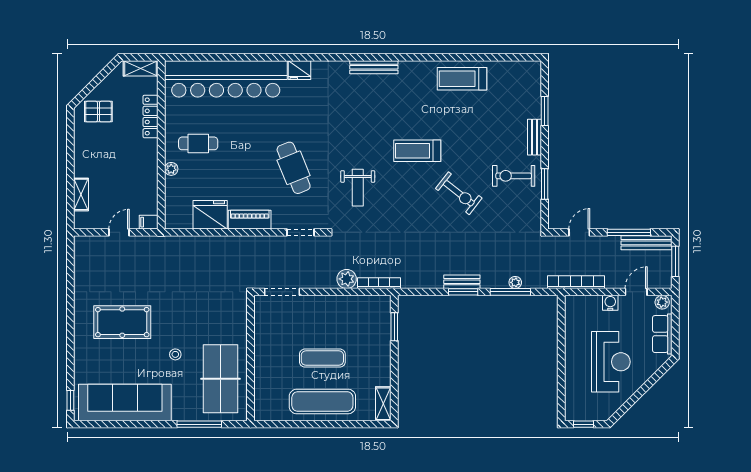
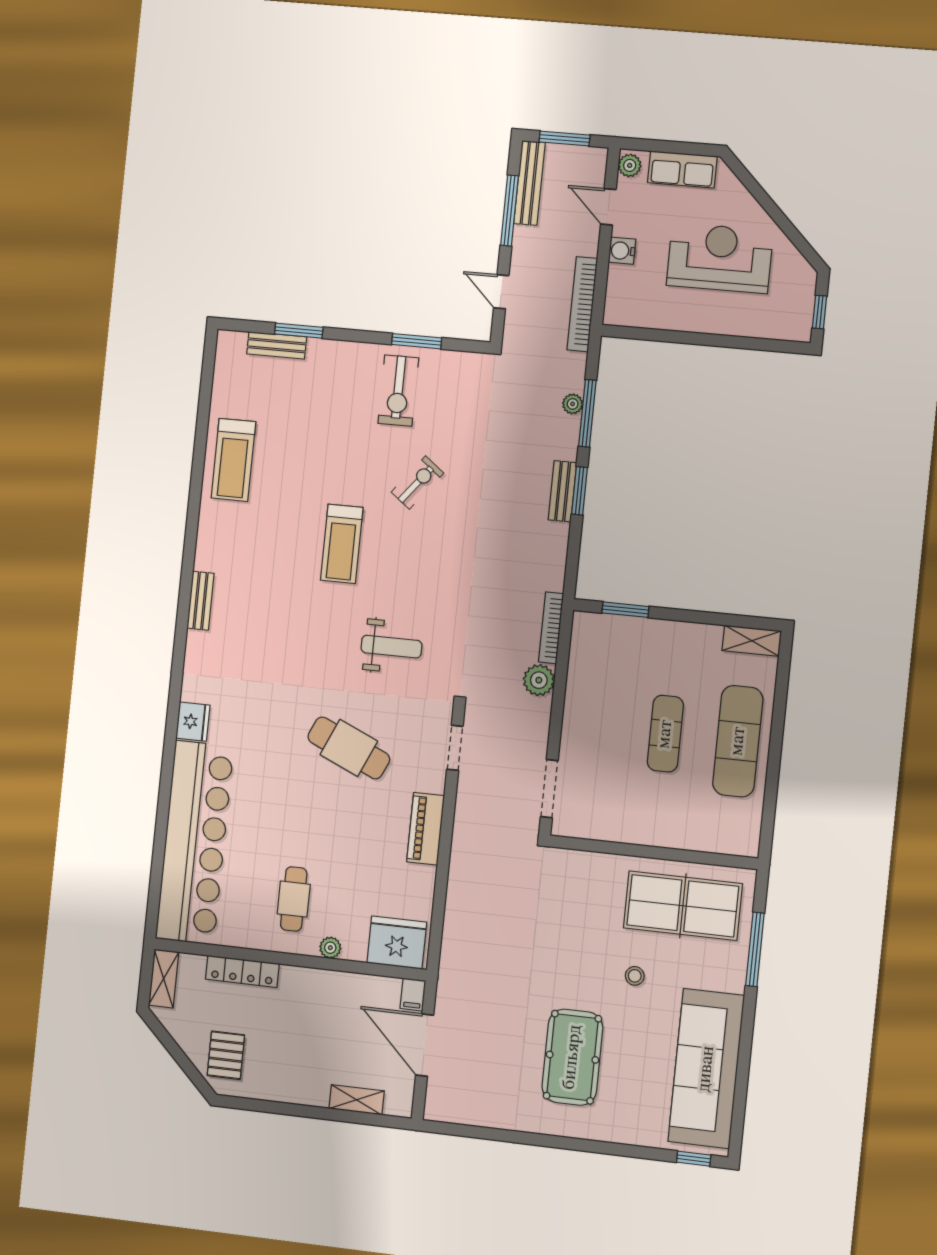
bench: (374, 67) -> (201, 601), width x0.73
bench: (534, 137) -> (277, 345), moved
cafe table: (294, 168) -> (349, 748), turned 46
exercise bike: (459, 193) -> (417, 483), width x0.73, depth x0.72
fridge: (210, 215) -> (397, 943), moved, turned 90
door: (119, 232) -> (425, 1045), width x1.88

